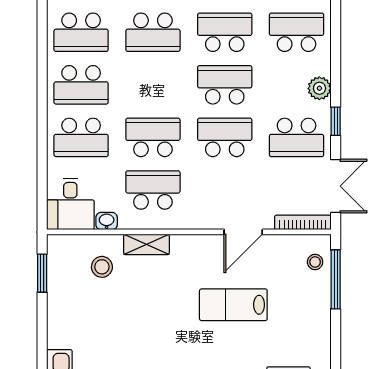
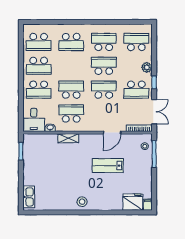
stool: (102, 267) -> (48, 148), removed

